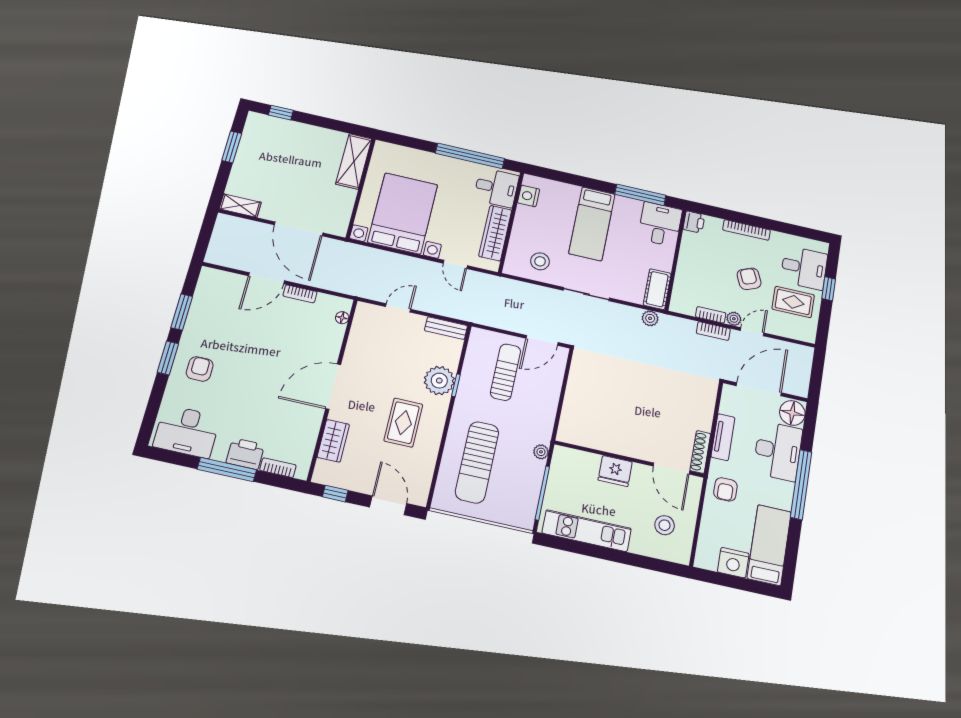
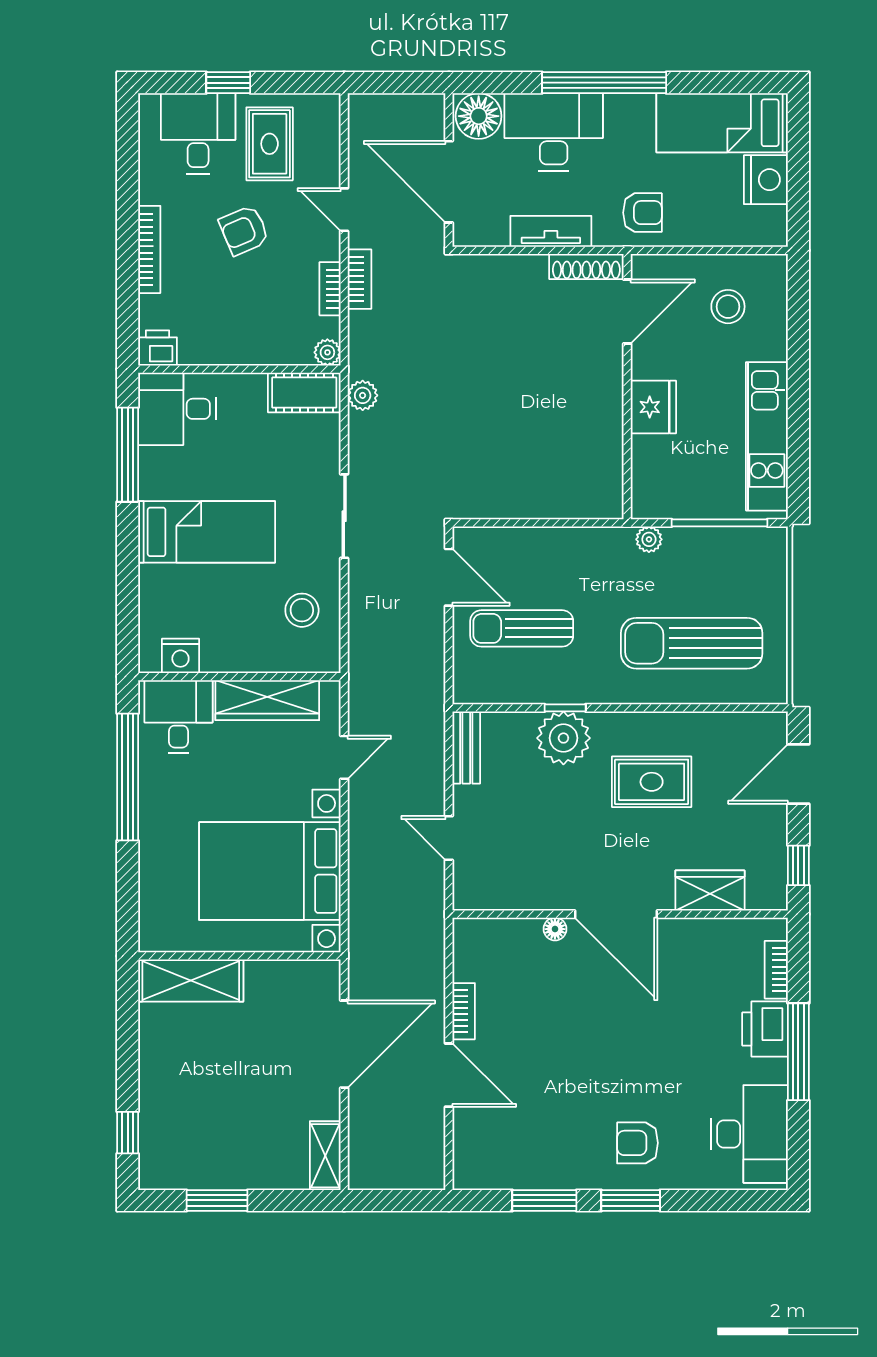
floor lamp: (342, 318) -> (555, 929), moved
plant: (734, 319) -> (327, 352), moved
sun lounger: (477, 462) -> (692, 643), turned 180

